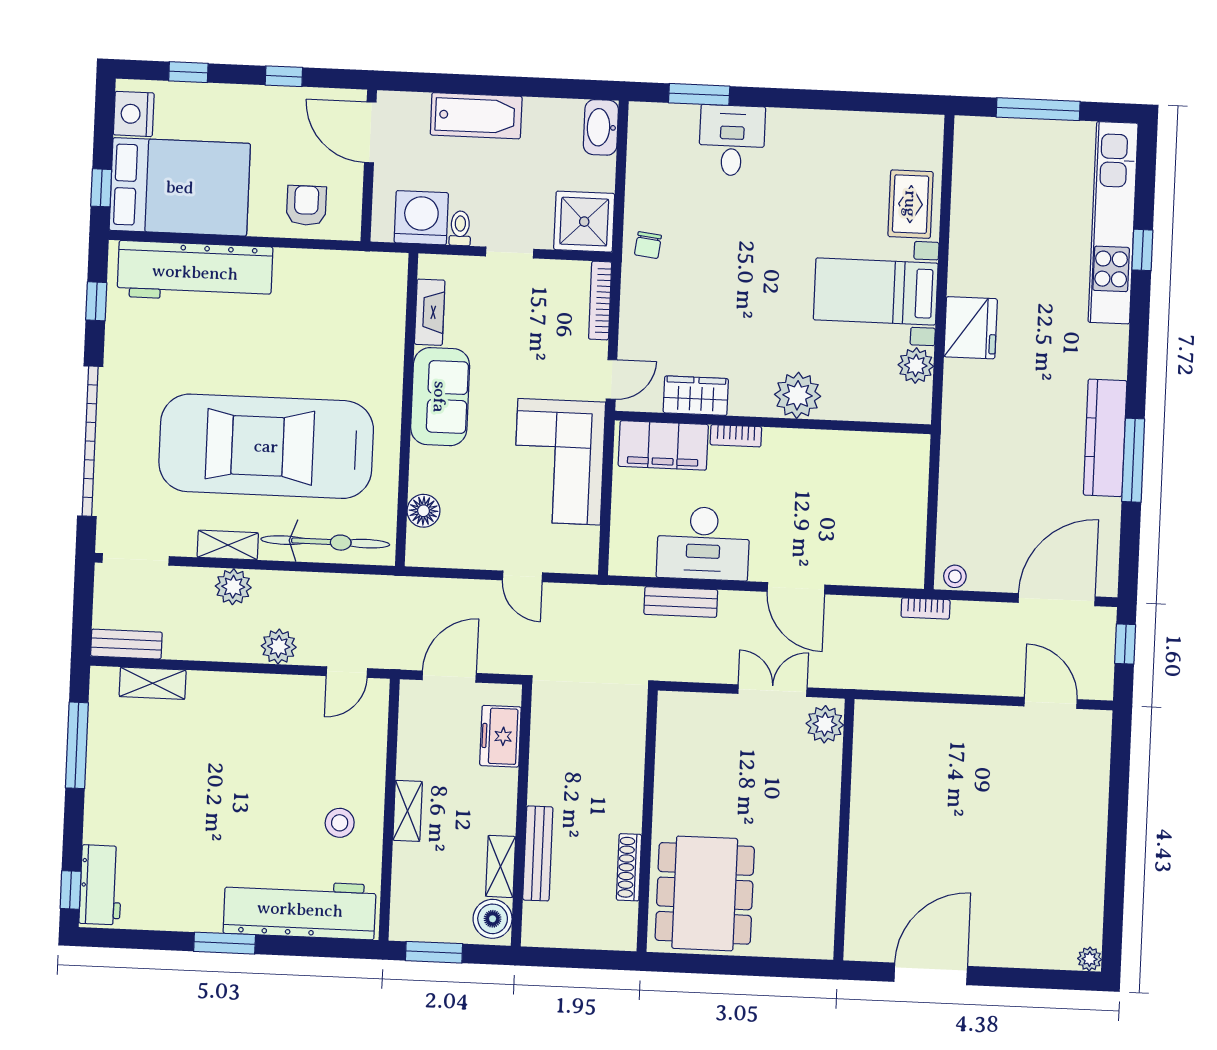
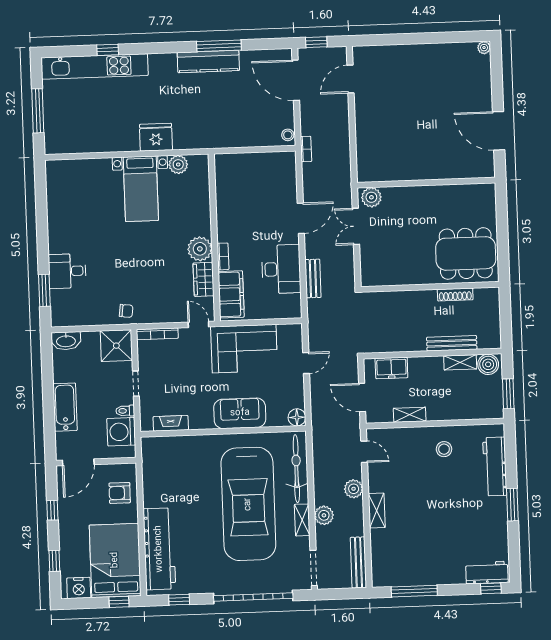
rug: (911, 204) -> (93, 174), removed
plant: (798, 395) -> (200, 249), moved
sofa: (440, 397) -> (240, 413), moved
floor lamp: (423, 511) -> (297, 417), moved
bench: (126, 644) -> (358, 562), width x1.36
shelving: (153, 683) -> (377, 511), moved
shelving: (408, 811) -> (410, 415), moved
workbench: (300, 909) -> (495, 466), width x0.73, depth x0.76

